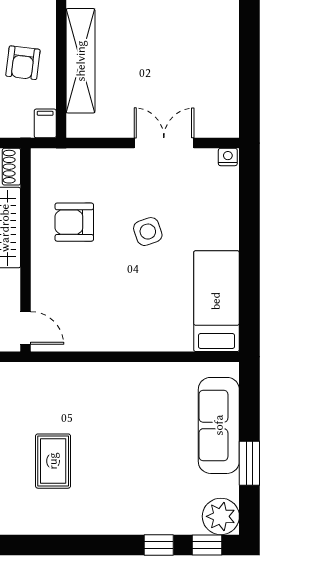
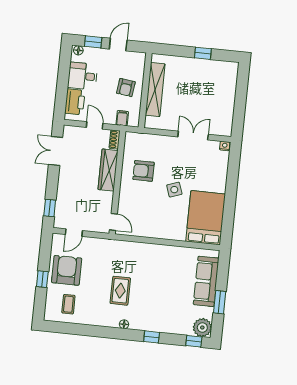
filing cabinet: (45, 123) -> (122, 118), moved
side table: (148, 232) -> (174, 190), moved
bed: (216, 301) -> (206, 218), width x1.50
floor lamp: (67, 526) -> (124, 324), added
window: (159, 545) -> (152, 337), moved

